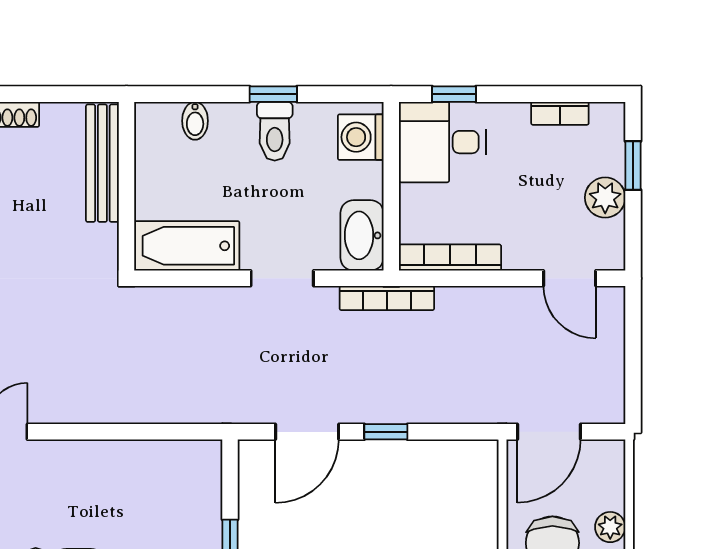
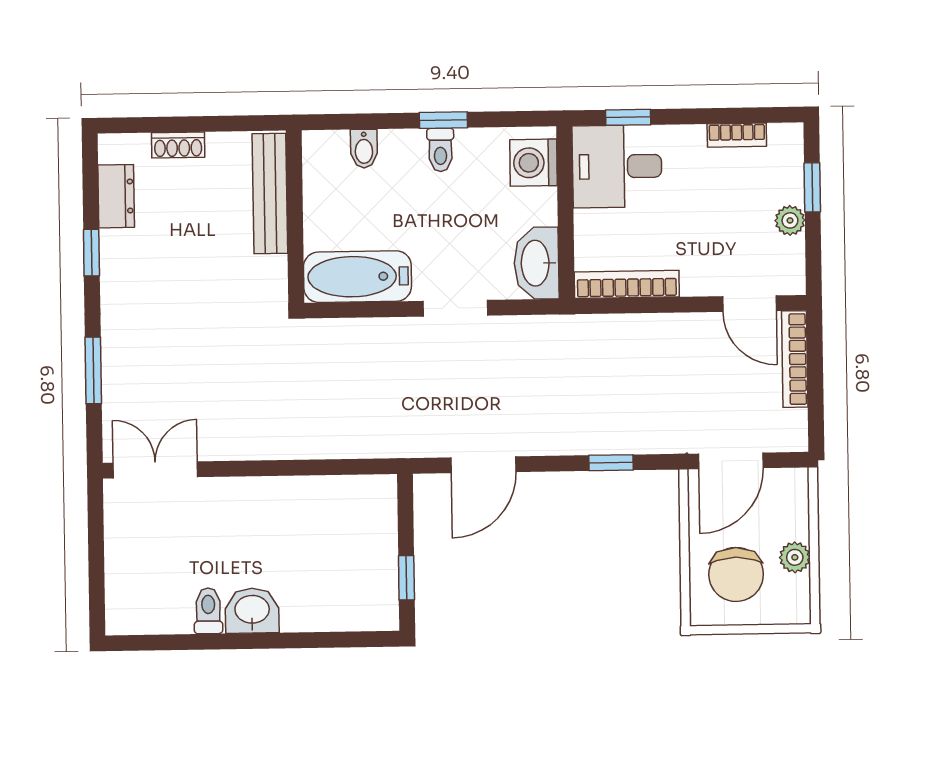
toilet: (275, 131) -> (440, 150), width x0.73, depth x0.72
plant: (605, 198) -> (790, 220), width x0.73, depth x0.73
bookcase: (387, 298) -> (795, 359), moved, turned 90
window: (386, 432) -> (611, 463), moved

